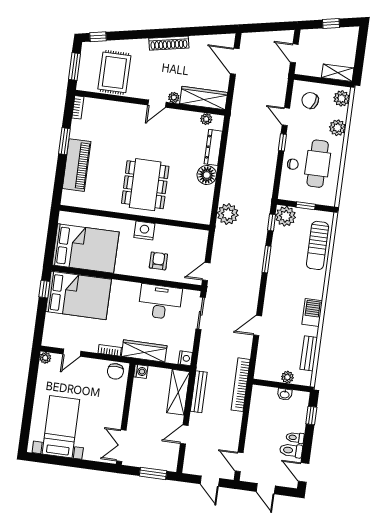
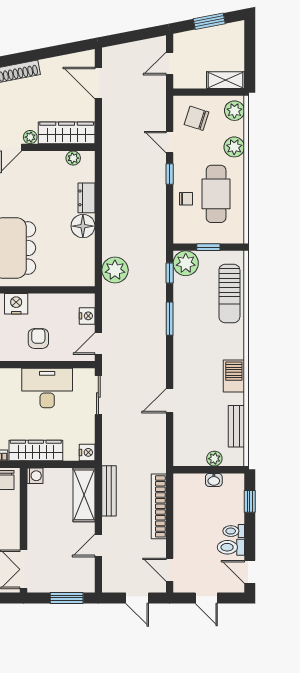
window: (331, 24) -> (209, 21), width x1.50
door: (294, 53) -> (170, 64), hinge flipped
dresser: (213, 147) -> (86, 198), width x0.70
nightstand: (200, 248) -> (87, 316), added
bookcase: (241, 385) -> (159, 506), moved

